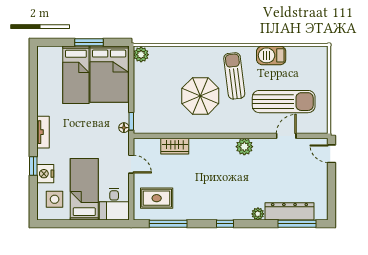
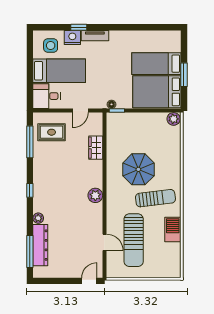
tv unit: (43, 132) -> (95, 36), moved
plant: (244, 147) -> (95, 195), moved
rug: (157, 198) -> (52, 132), turned 90

